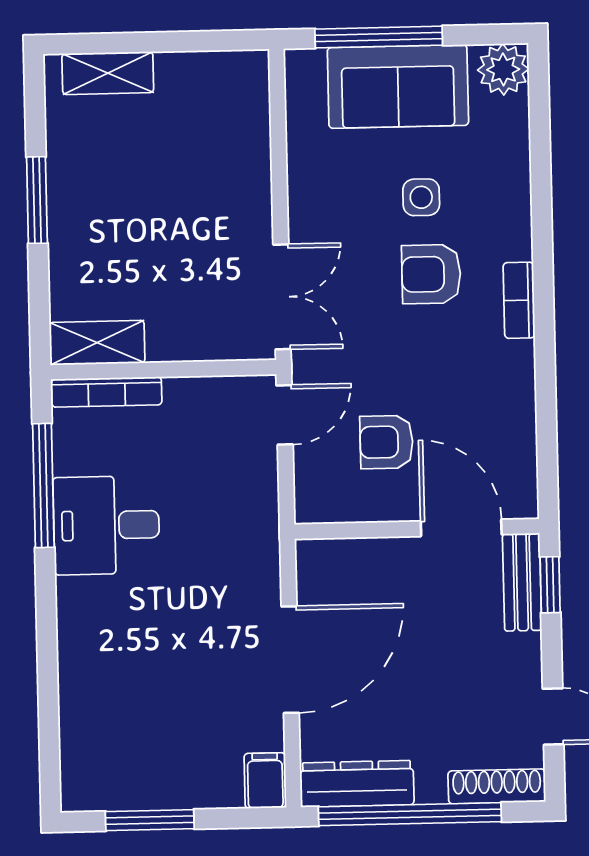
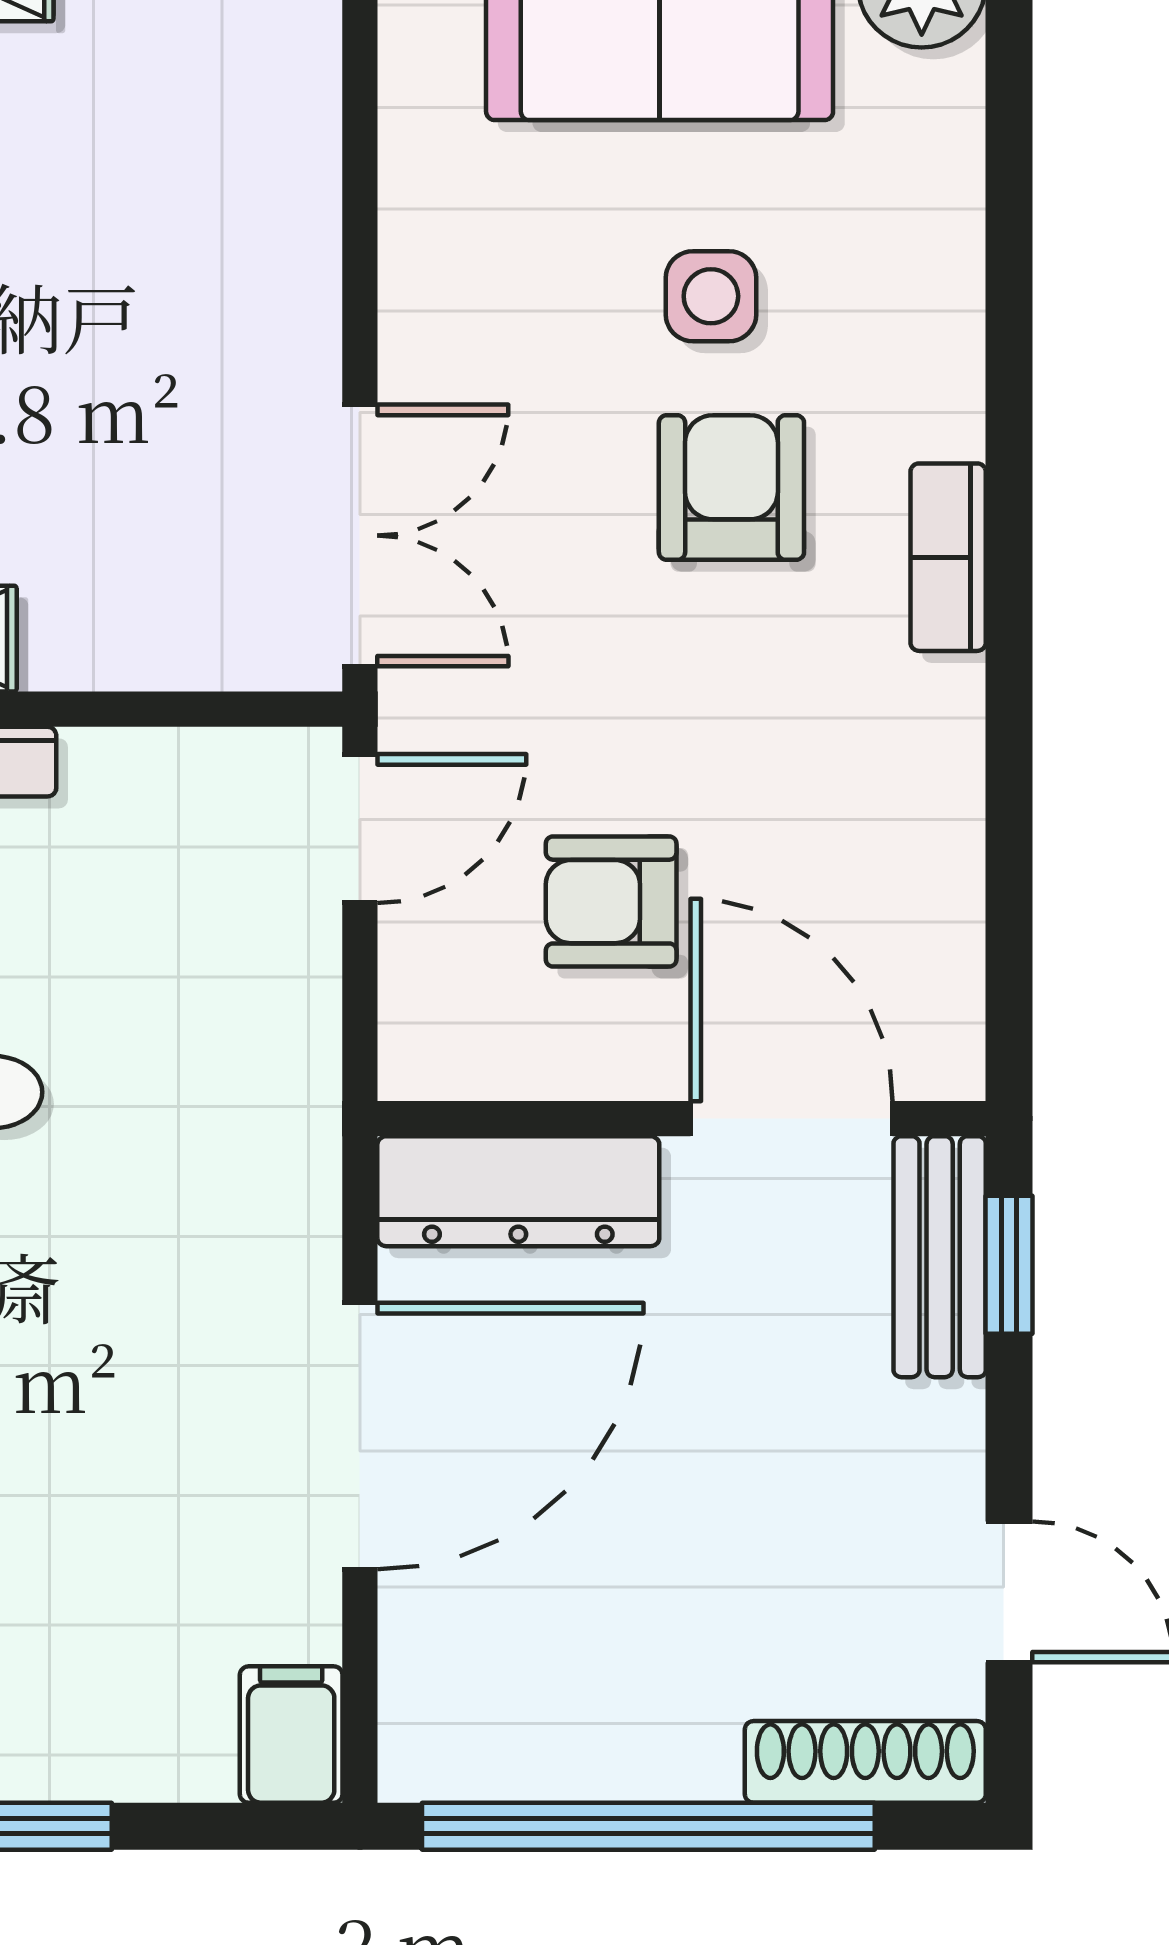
armchair: (431, 274) -> (731, 488), turned 90
dresser: (357, 784) -> (518, 1191), moved, turned 180

